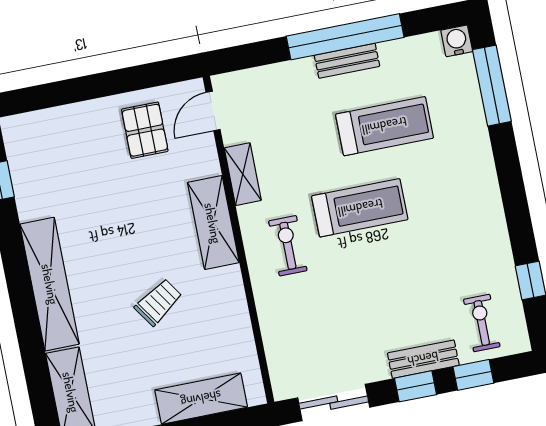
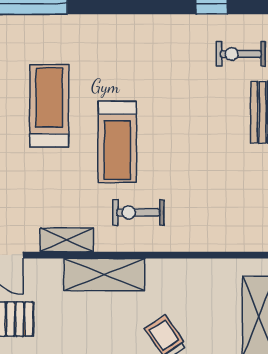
treadmill: (360, 208) -> (117, 142), turned 180

